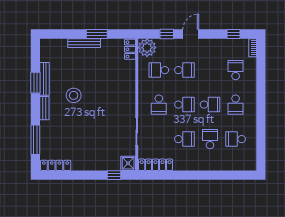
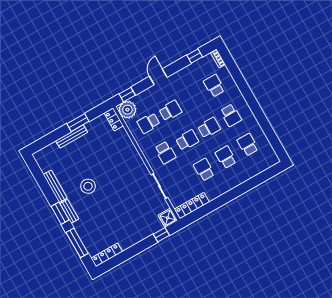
window: (167, 34) -> (127, 95), moved
window: (35, 83) -> (60, 213), moved
school desk: (184, 139) -> (204, 170), turned -90
school desk: (236, 139) -> (248, 145), turned 90

